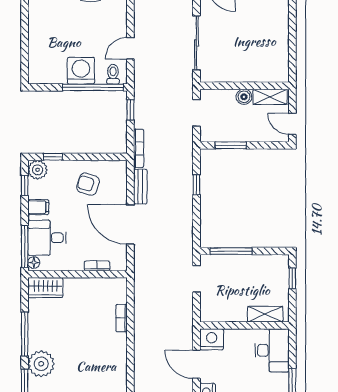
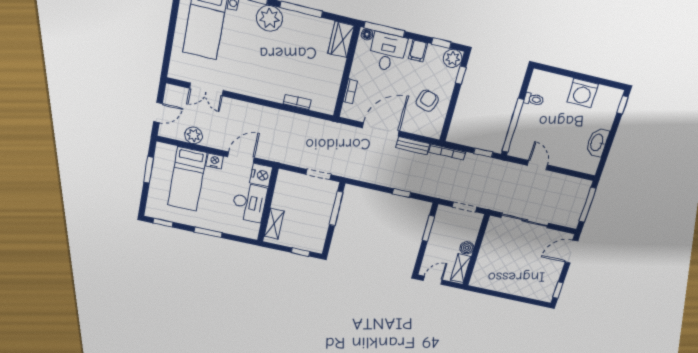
washing machine: (81, 71) -> (582, 93), moved, turned 90
toilet: (113, 74) -> (534, 99), moved
desk: (272, 350) -> (249, 203), moved, turned -90

